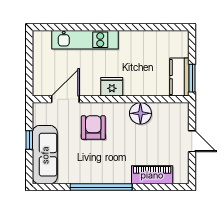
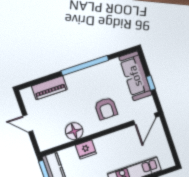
fridge: (112, 87) -> (86, 149), moved
door: (65, 99) -> (145, 119), moved

